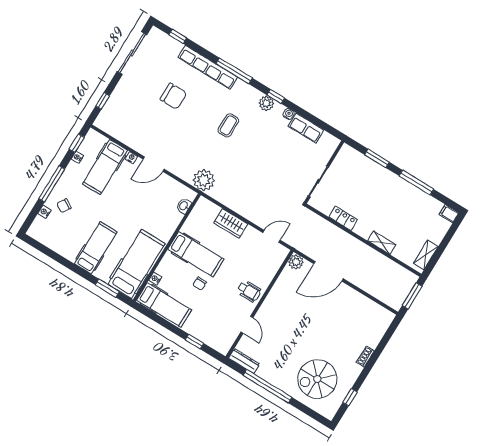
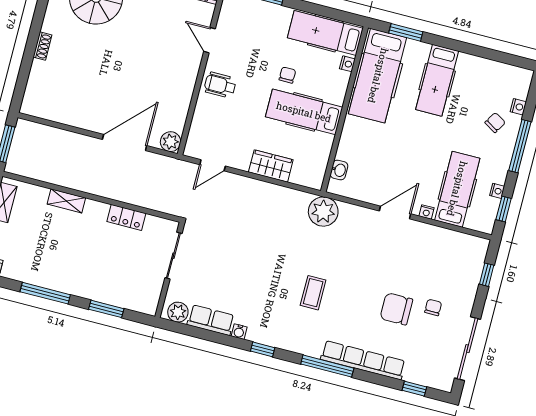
chair: (147, 89) -> (433, 307), added
plant: (266, 103) -> (178, 312), moved

